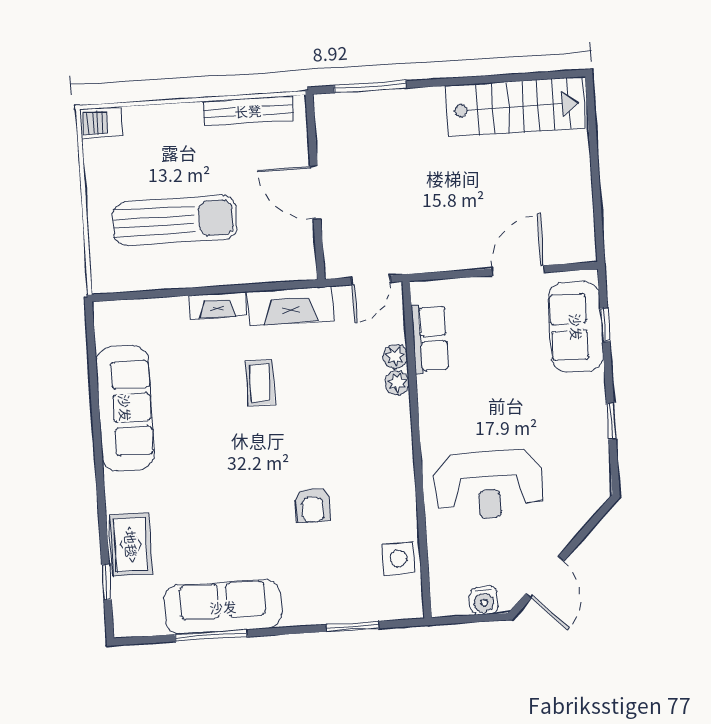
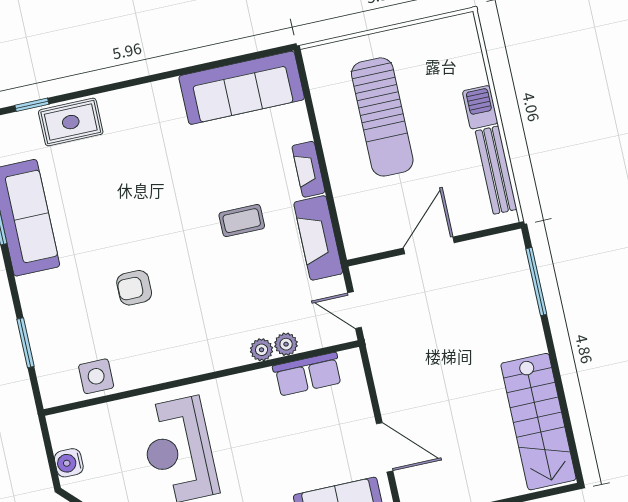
barbecue: (101, 123) -> (480, 107), moved
sofa: (125, 408) -> (242, 88), moved

